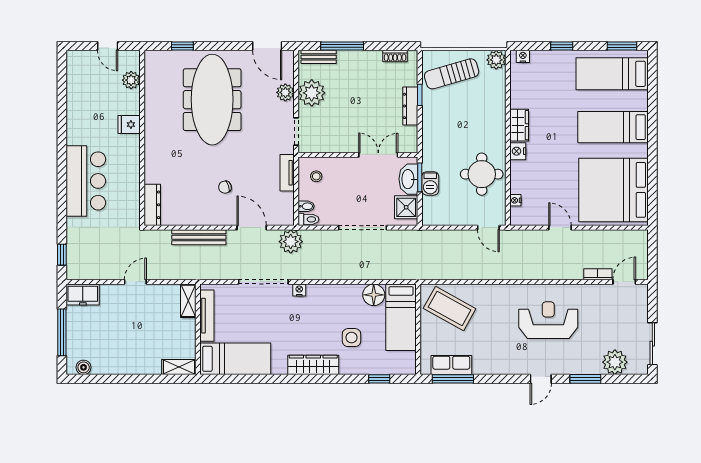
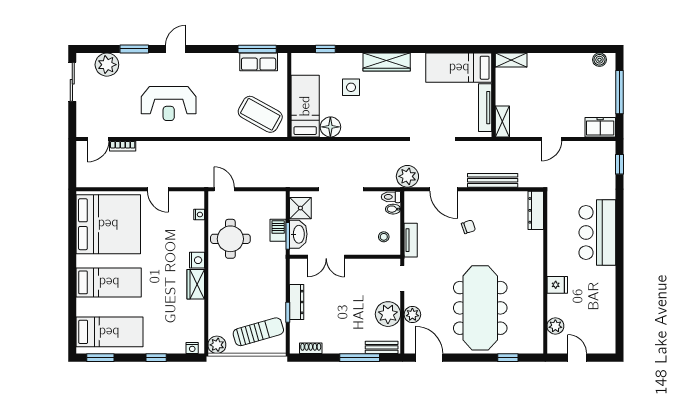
nightstand: (299, 290) -> (400, 131), removed

